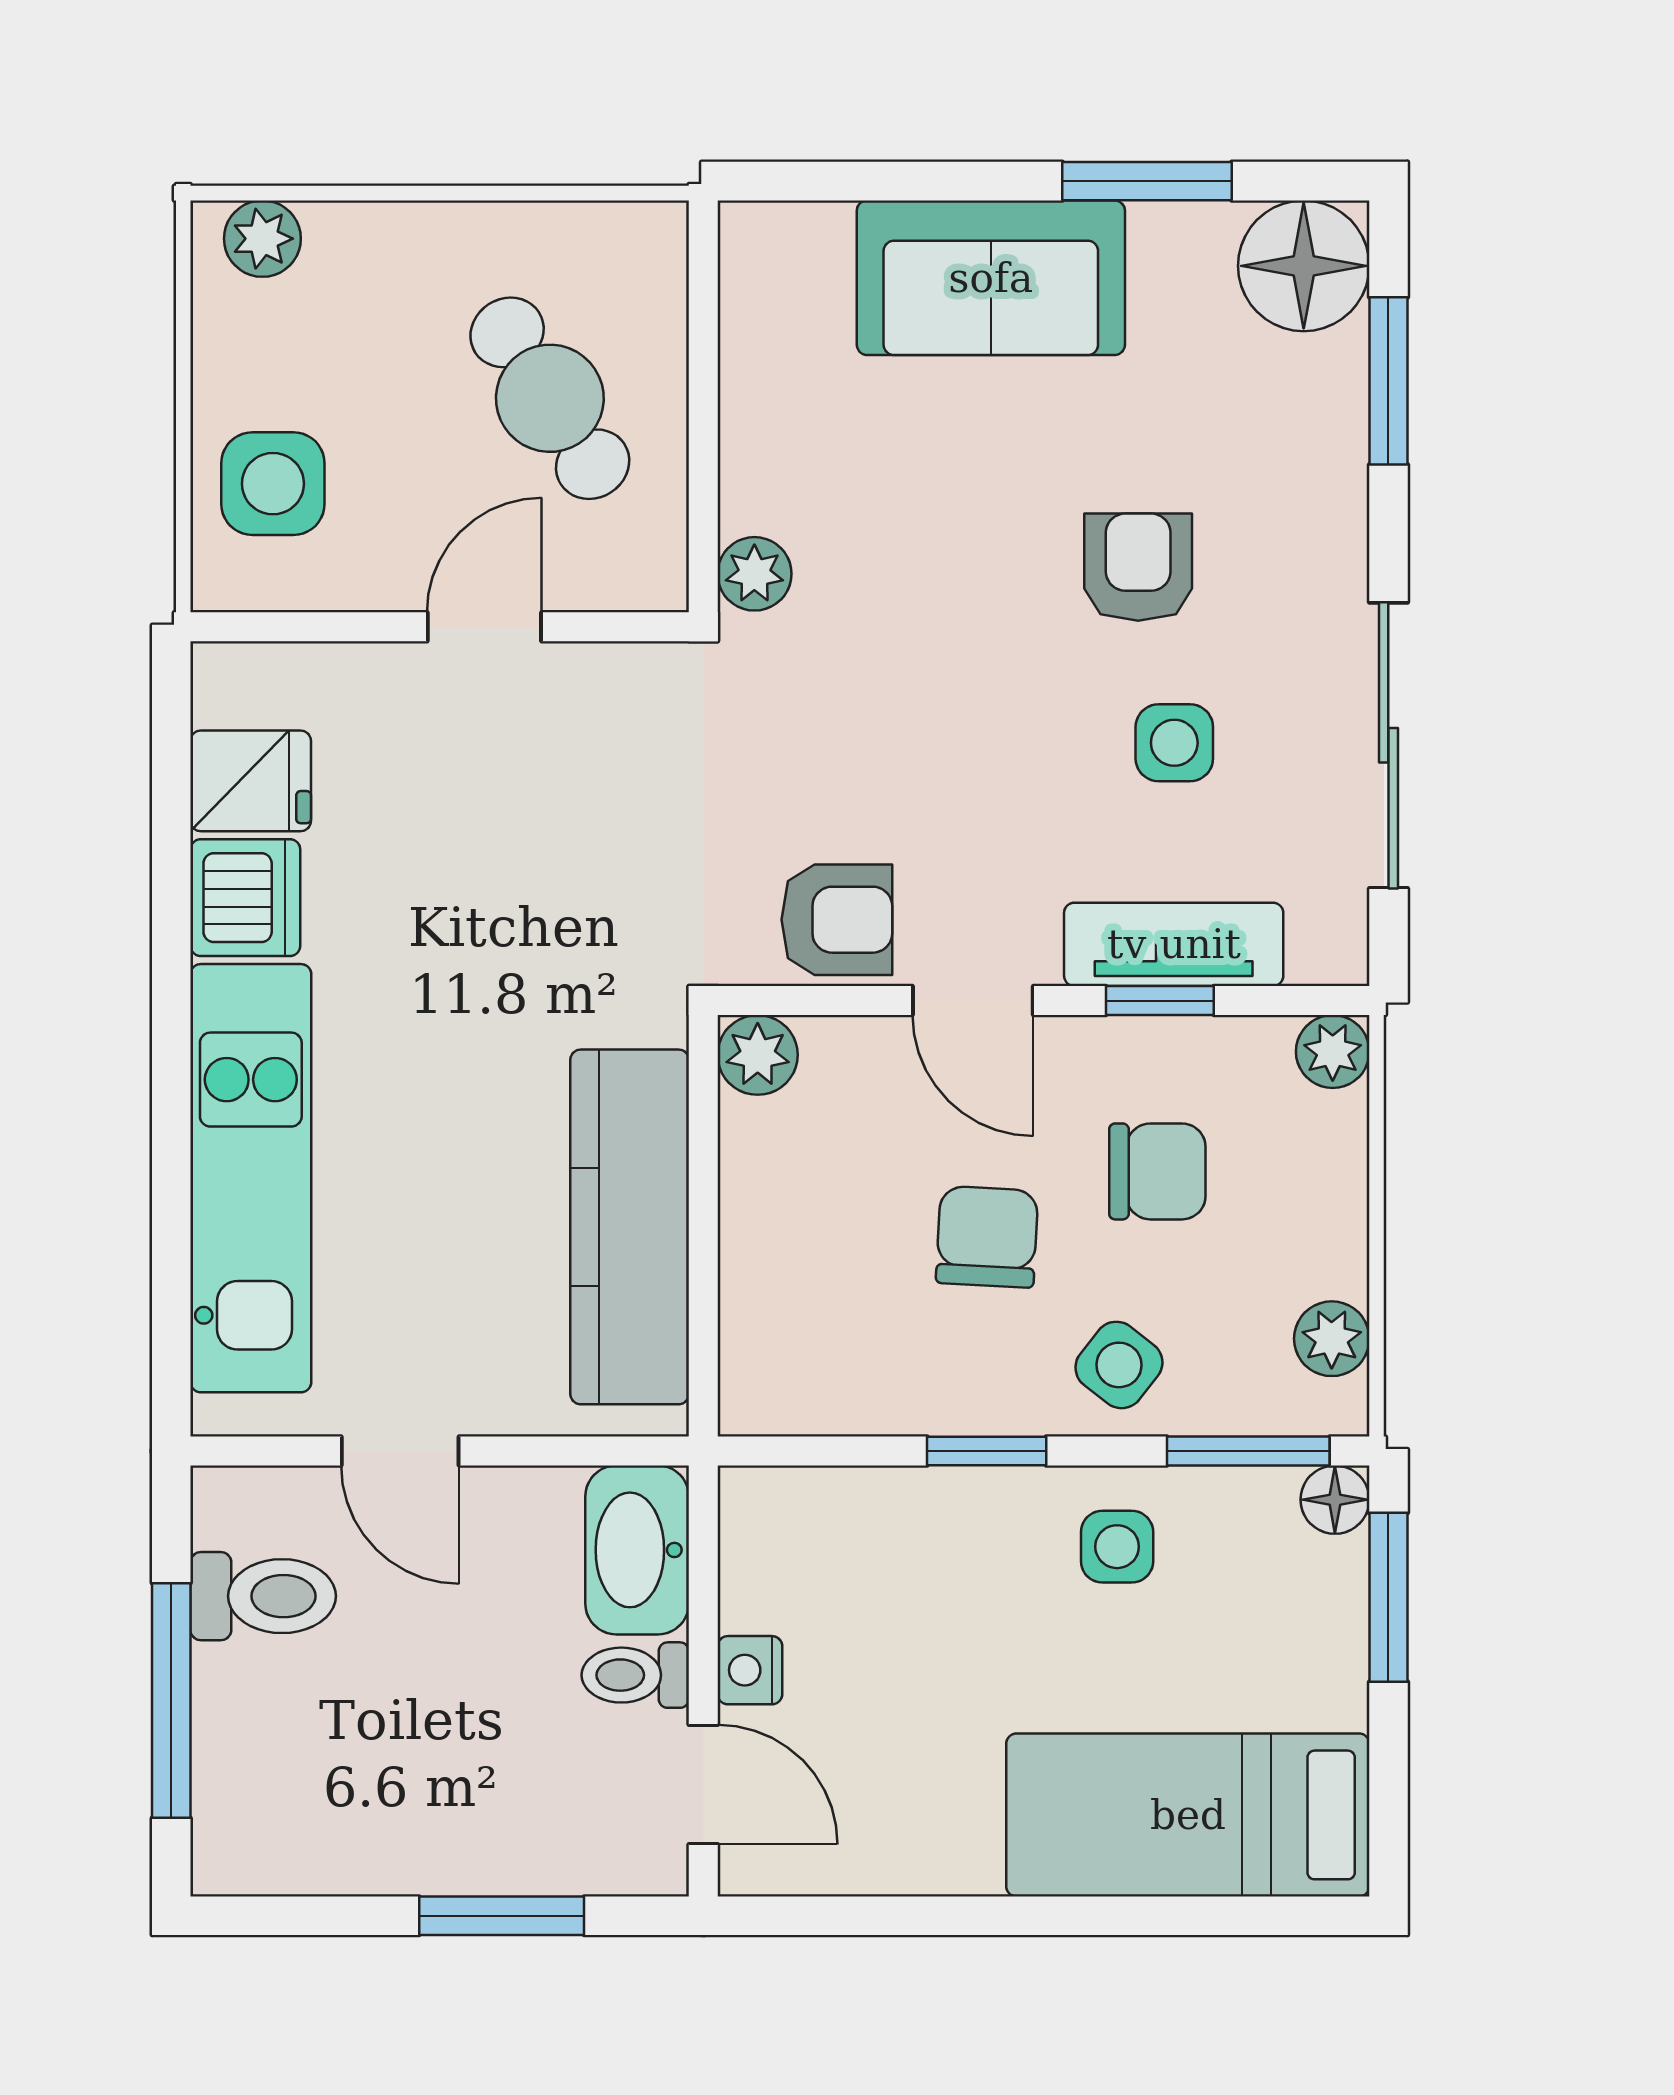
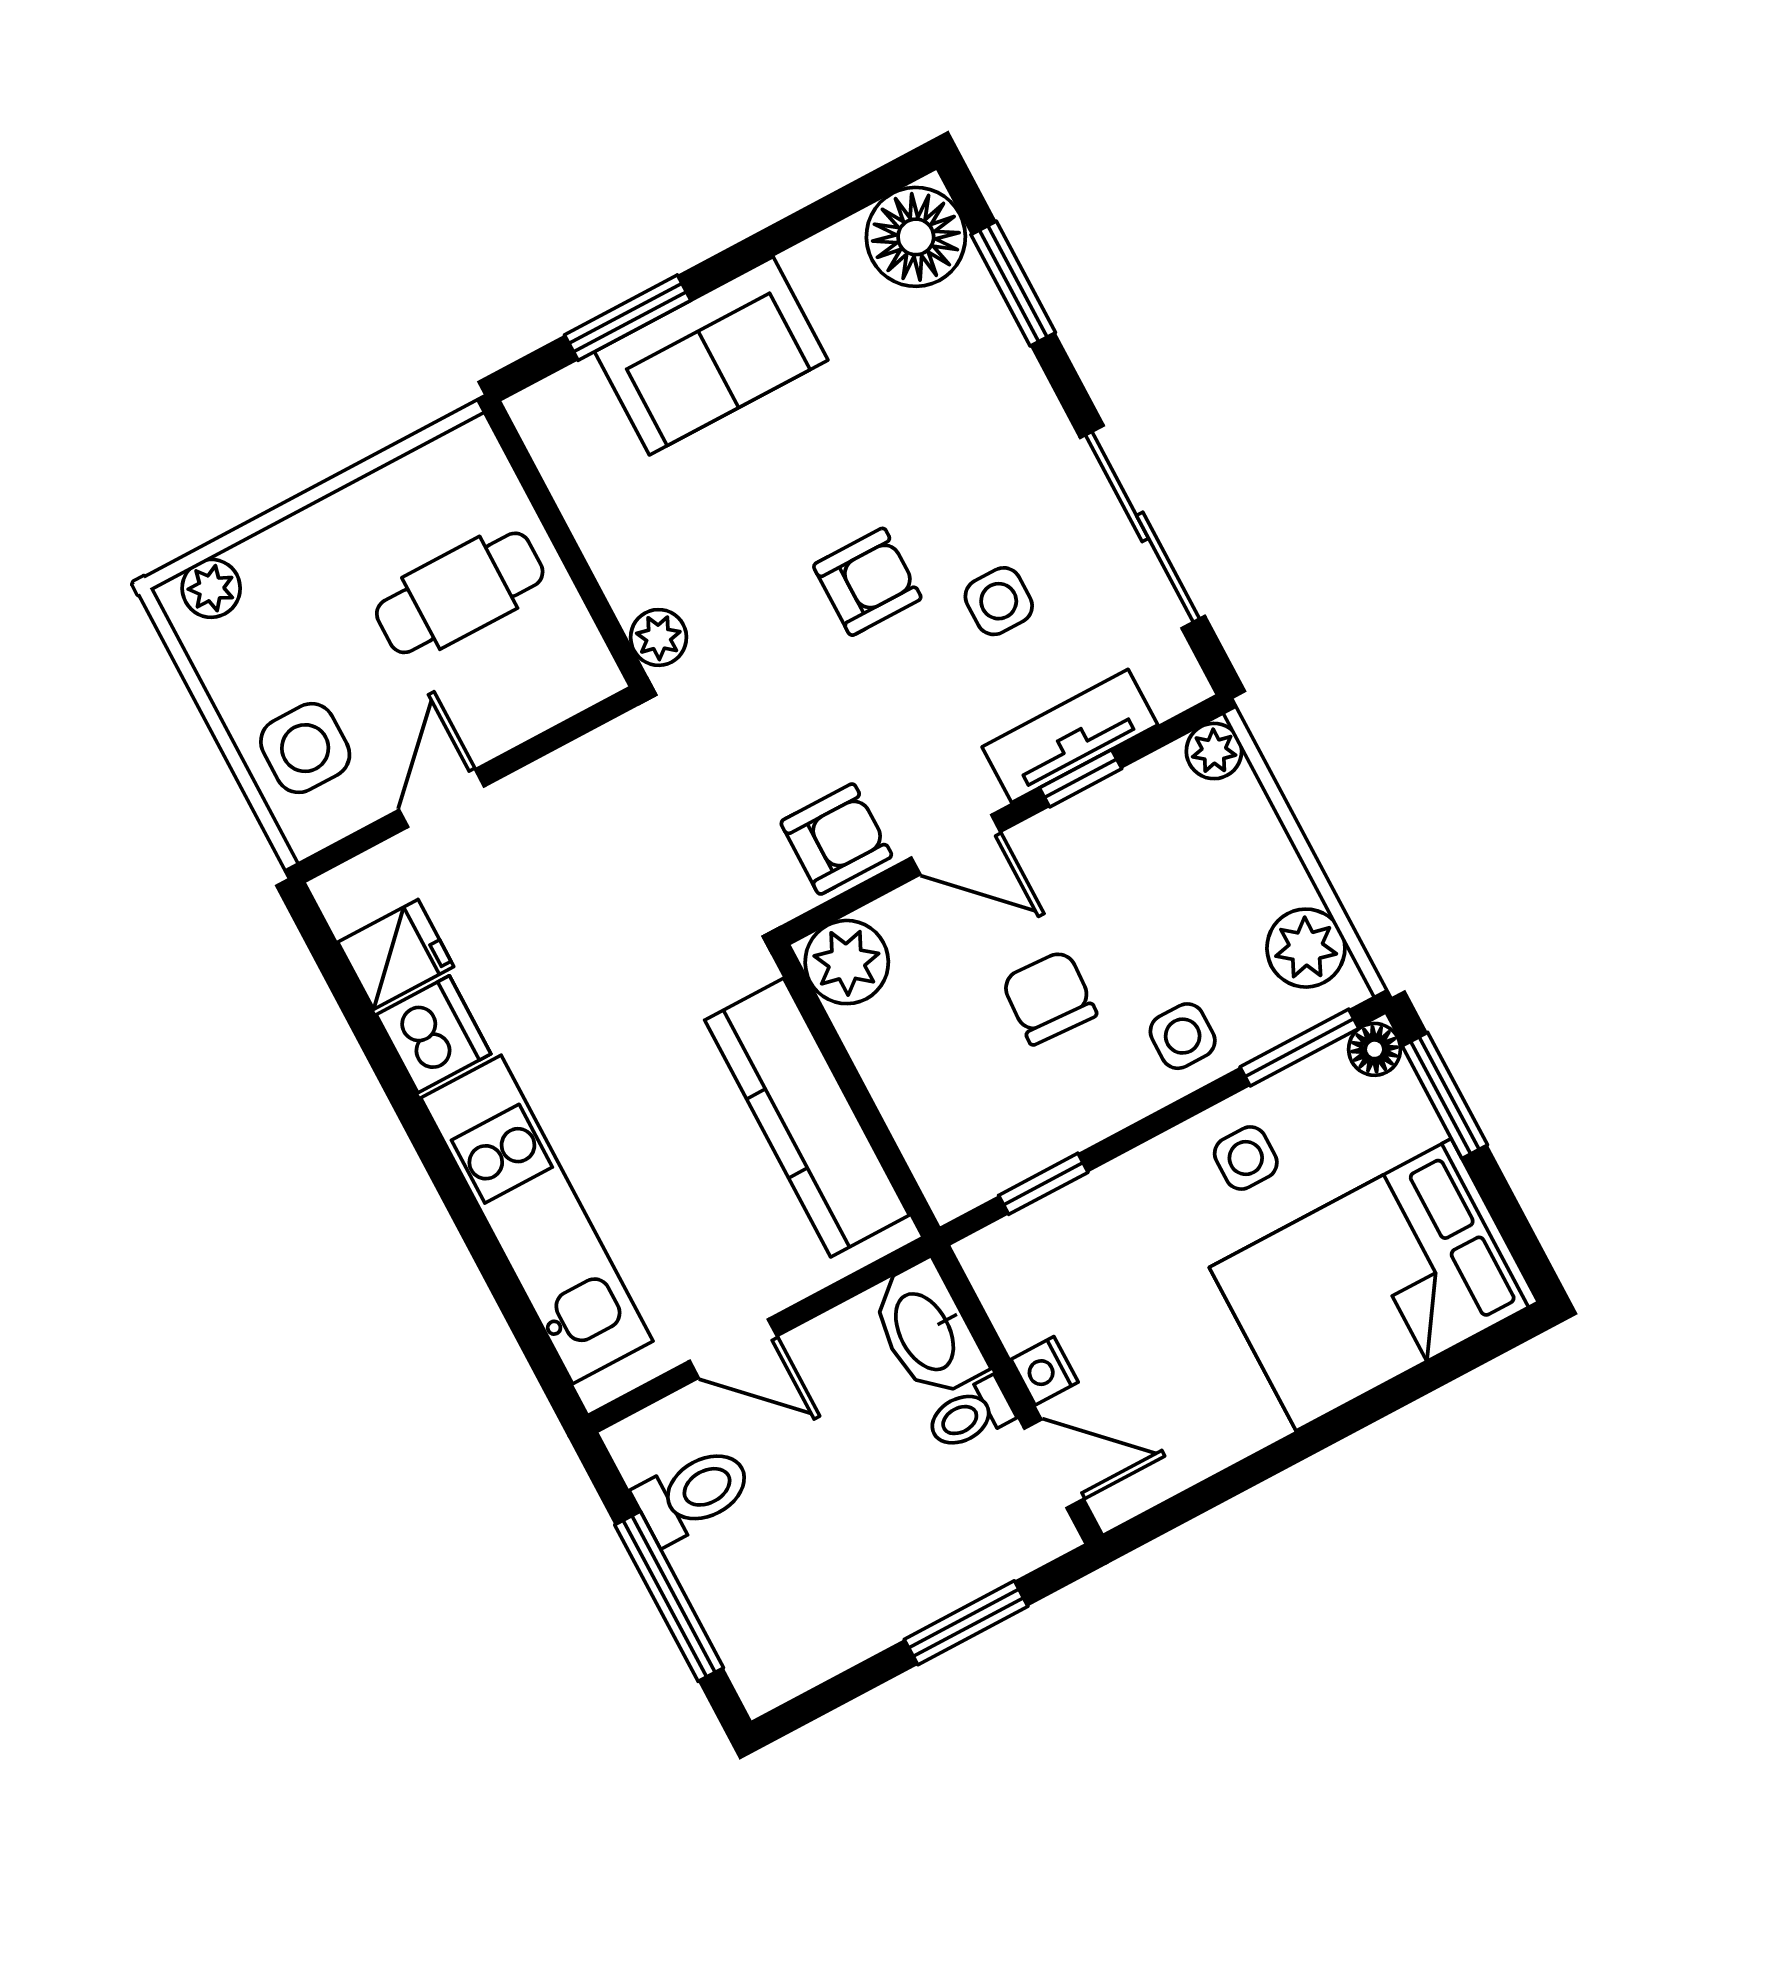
window: (1147, 181) -> (628, 318), moved
cafe table: (550, 398) -> (460, 593), turned -57
armchair: (1138, 567) -> (867, 582), moved, turned 90
door: (484, 627) -> (442, 798), moved
plant: (758, 1055) -> (847, 962), width x1.38, depth x1.38
chair: (1157, 1171) -> (1140, 893), removed
plant: (1332, 1339) -> (1306, 948), width x1.38, depth x1.38
side table: (1119, 1365) -> (1183, 1036), turned -38
window: (987, 1451) -> (1043, 1184), moved
bed: (1188, 1815) -> (1374, 1285), width x1.50

